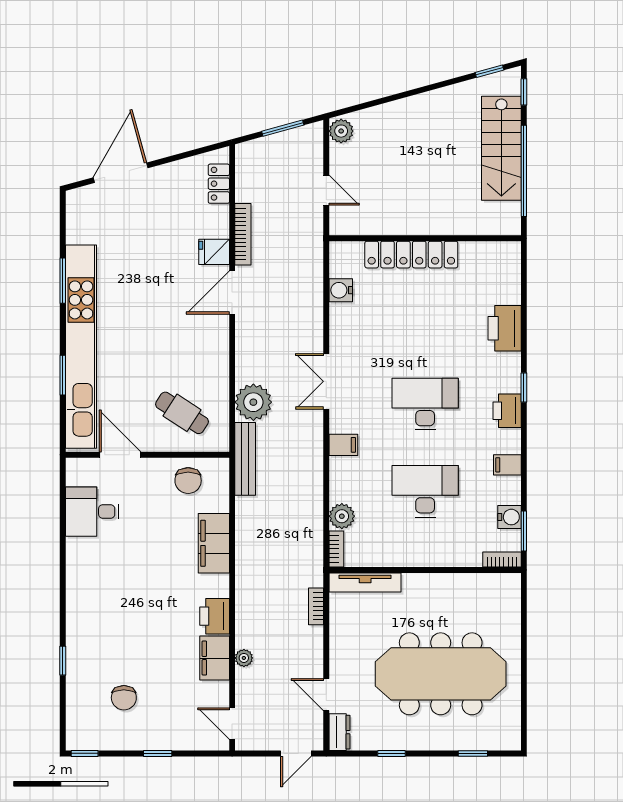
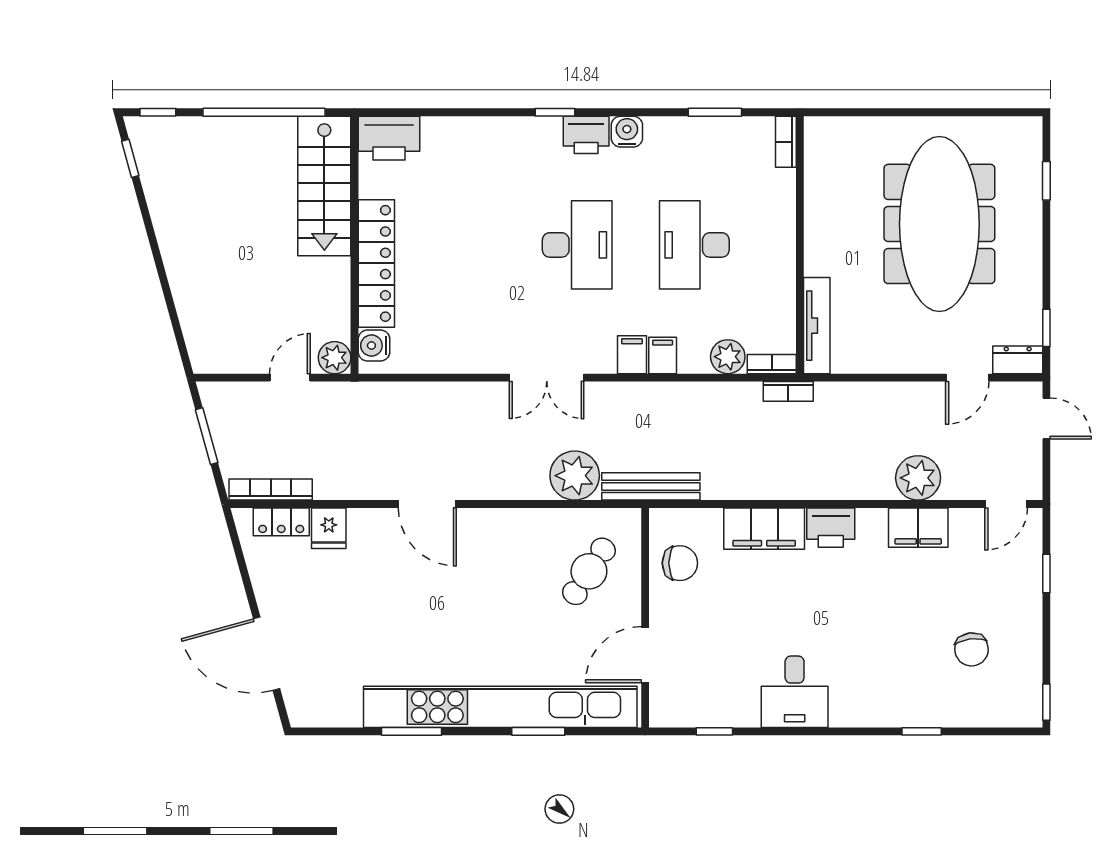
plant: (341, 131) -> (335, 358), moved
stairs: (501, 148) -> (324, 186), moved, turned 90
bookcase: (243, 234) -> (271, 490), moved
fridge: (214, 252) -> (329, 528), moved
water cooler: (341, 290) -> (374, 346), moved, turned 90
printer: (505, 328) -> (389, 138), moved
desk: (425, 404) -> (577, 245), turned 180
filing cabinet: (507, 465) -> (663, 355), moved, turned 180
window: (63, 506) -> (714, 731), added
desk: (92, 512) -> (795, 692), moved
water cooler: (509, 517) -> (627, 132), moved
window: (524, 531) -> (715, 112), moved
bookcase: (316, 606) -> (788, 391), moved
printer: (215, 616) -> (831, 528), moved
plant: (244, 658) -> (918, 478), width x1.87, depth x1.87
chair: (124, 698) -> (972, 649), turned 83
window: (158, 753) -> (1046, 573), moved
window: (392, 753) -> (1046, 328), moved

